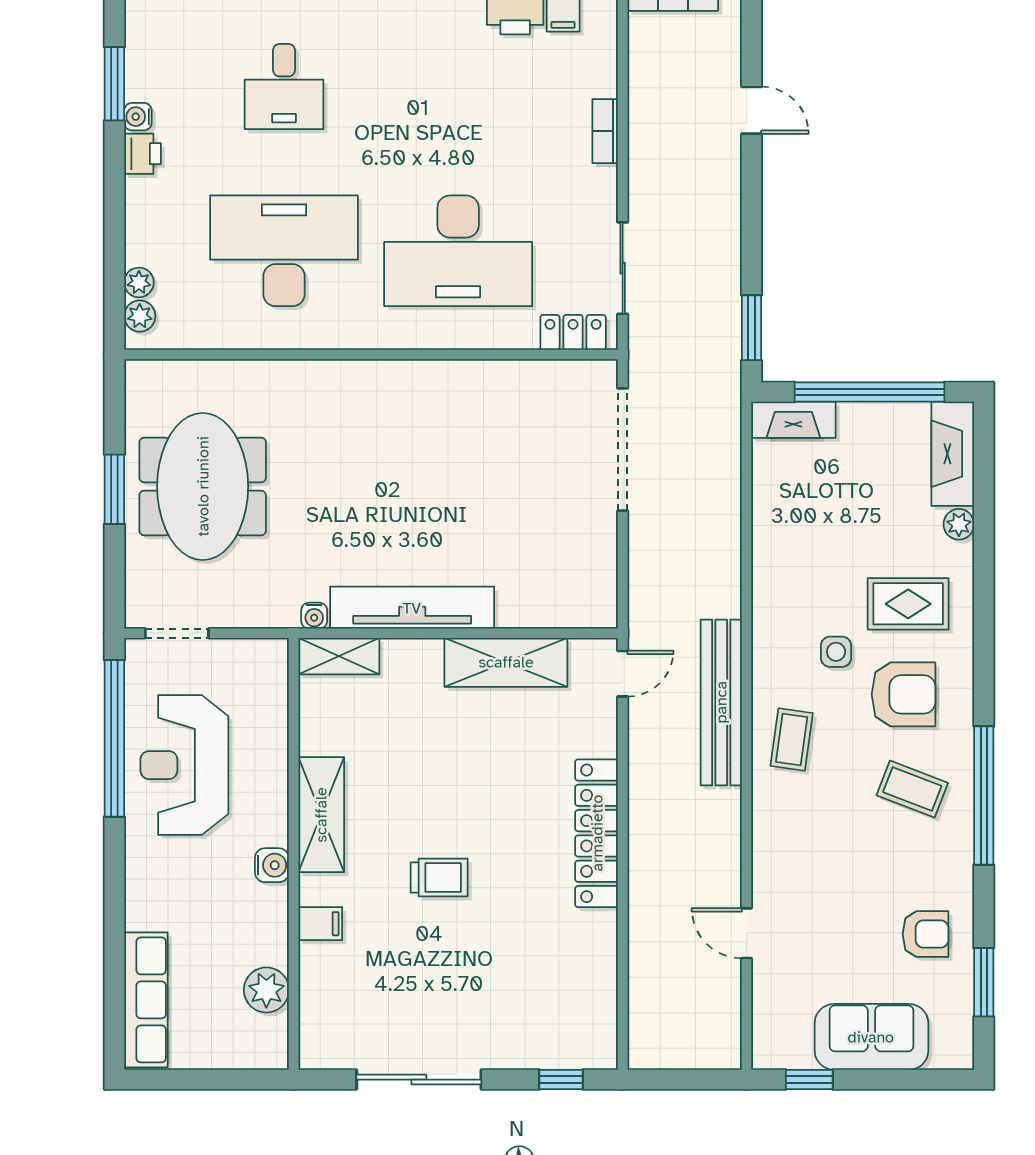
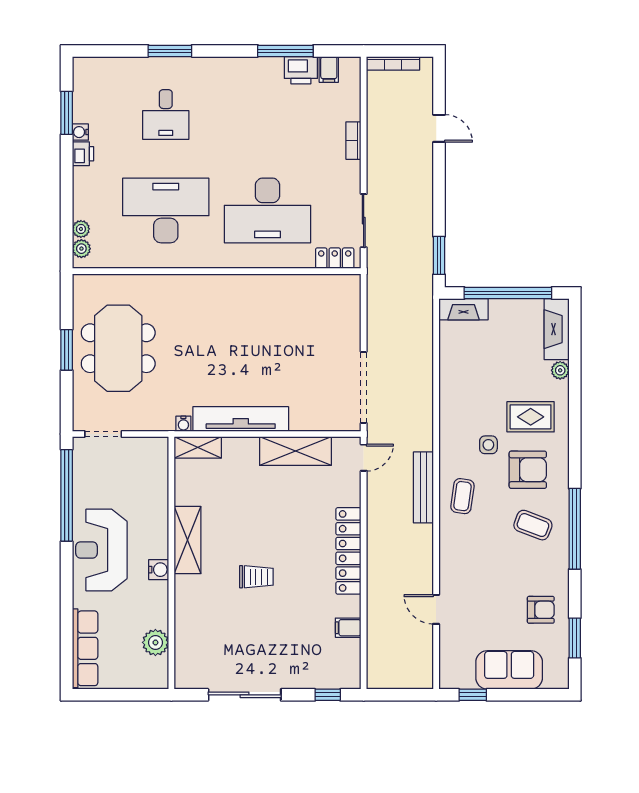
doorway: (623, 450) -> (364, 387), moved
bench: (721, 702) -> (423, 487), width x0.73, depth x0.82
reception desk: (184, 765) -> (101, 550), moved
filing cabinet: (320, 924) -> (348, 628), moved, turned 180

